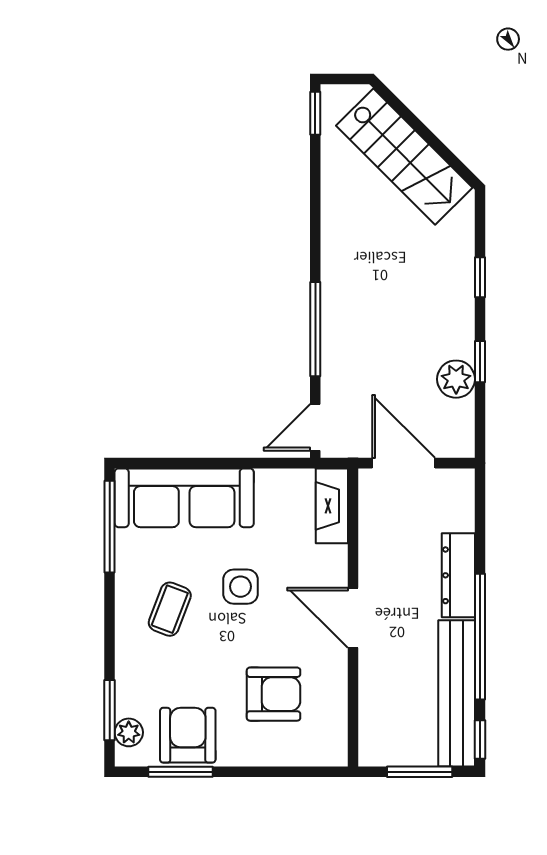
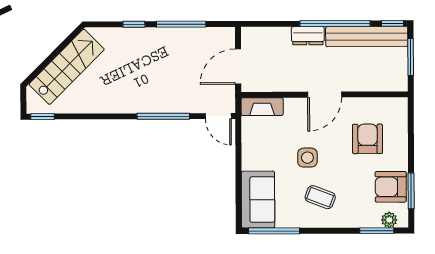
window: (480, 362) -> (181, 24), width x2.17
plant: (456, 379) -> (191, 37), removed
sofa: (184, 498) -> (258, 200), width x0.73
dresser: (458, 575) -> (308, 36), width x0.70

